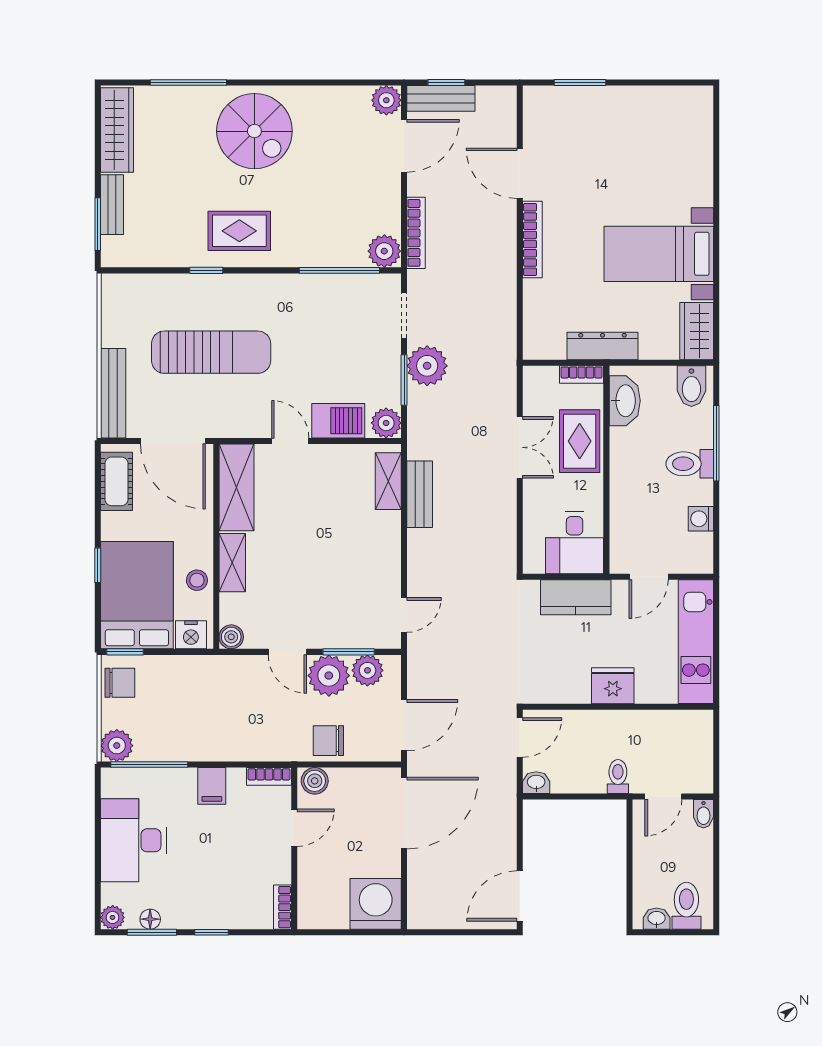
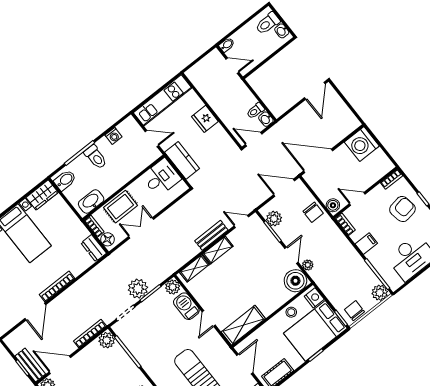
dresser: (602, 346) -> (94, 248), moved, width x0.70
floor lamp: (544, 379) -> (108, 239), added
door: (173, 441) -> (245, 364), width x0.73
bench: (420, 494) -> (211, 235), moved
shelving: (232, 563) -> (218, 250), moved
boiler: (231, 637) -> (295, 281), width x1.86, depth x1.86
plant: (329, 676) -> (308, 265), moved, width x0.53, depth x0.53
toilet: (618, 776) -> (255, 111), moved
armchair: (221, 887) -> (402, 209), added
door: (520, 896) -> (315, 91), hinge flipped

